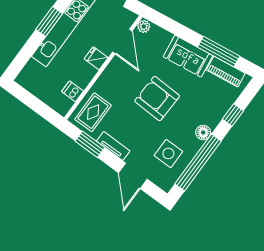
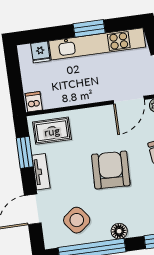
fridge: (96, 58) -> (40, 52), moved, turned 180
dishwasher: (73, 91) -> (34, 102), moved
side table: (168, 154) -> (77, 220), turned -38

